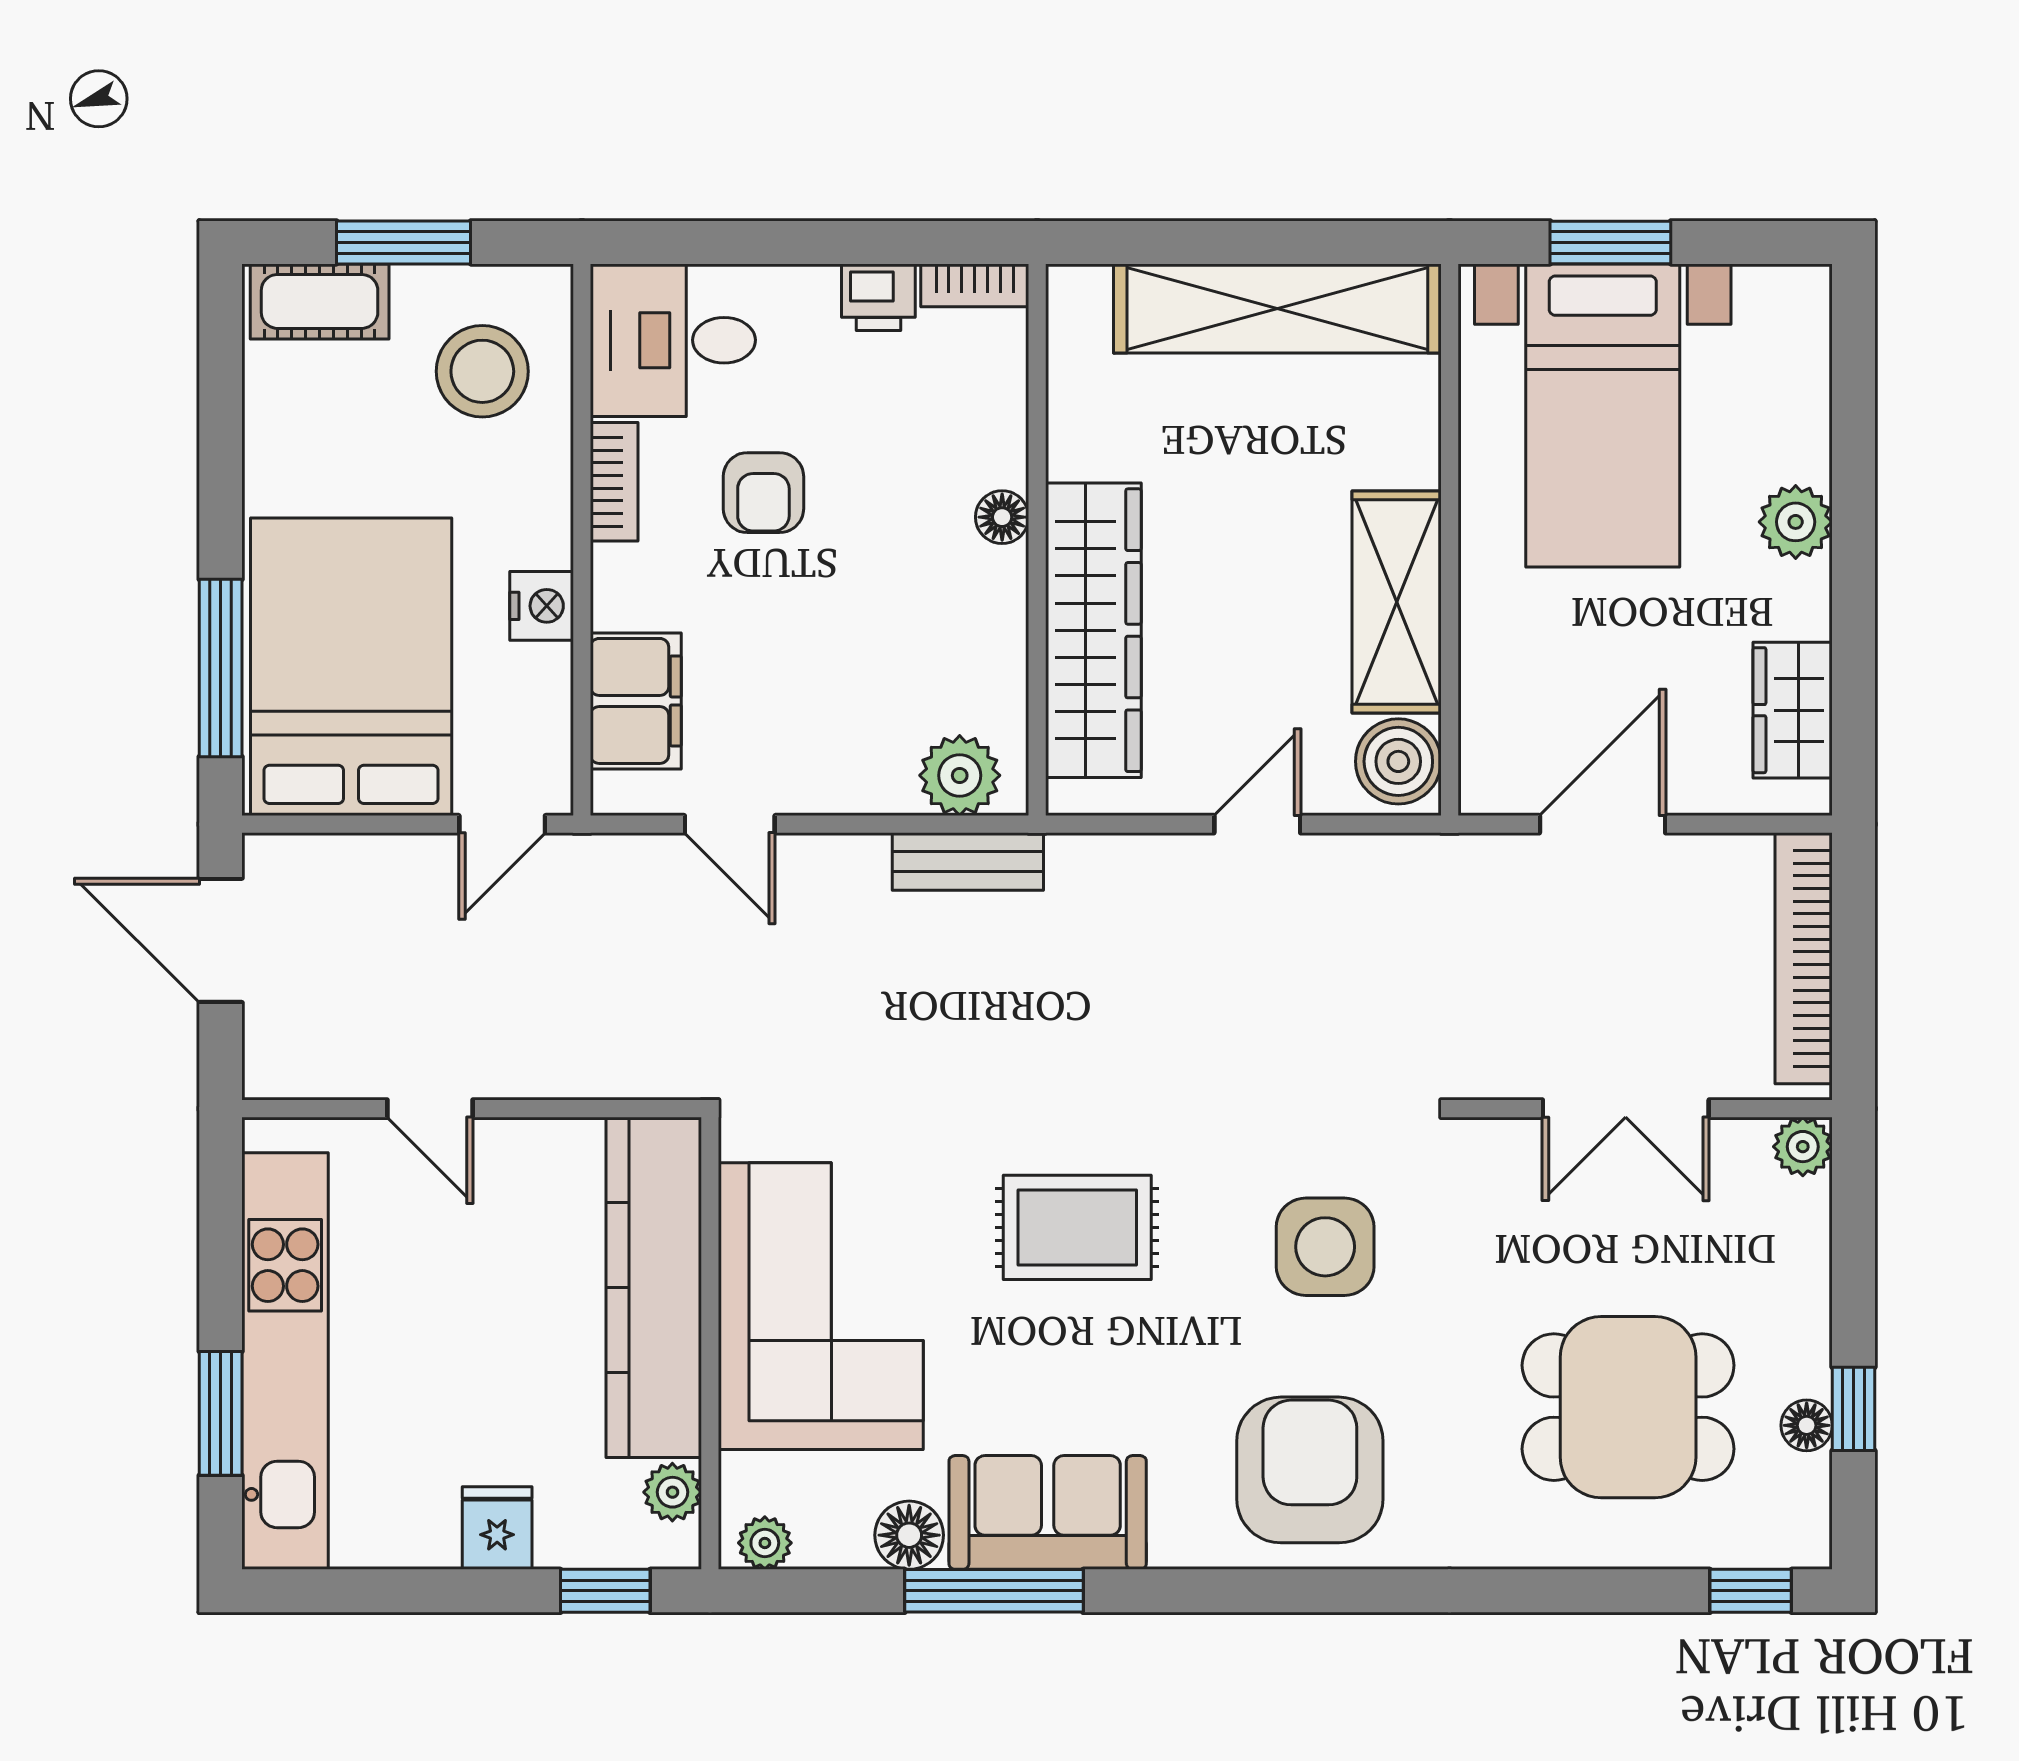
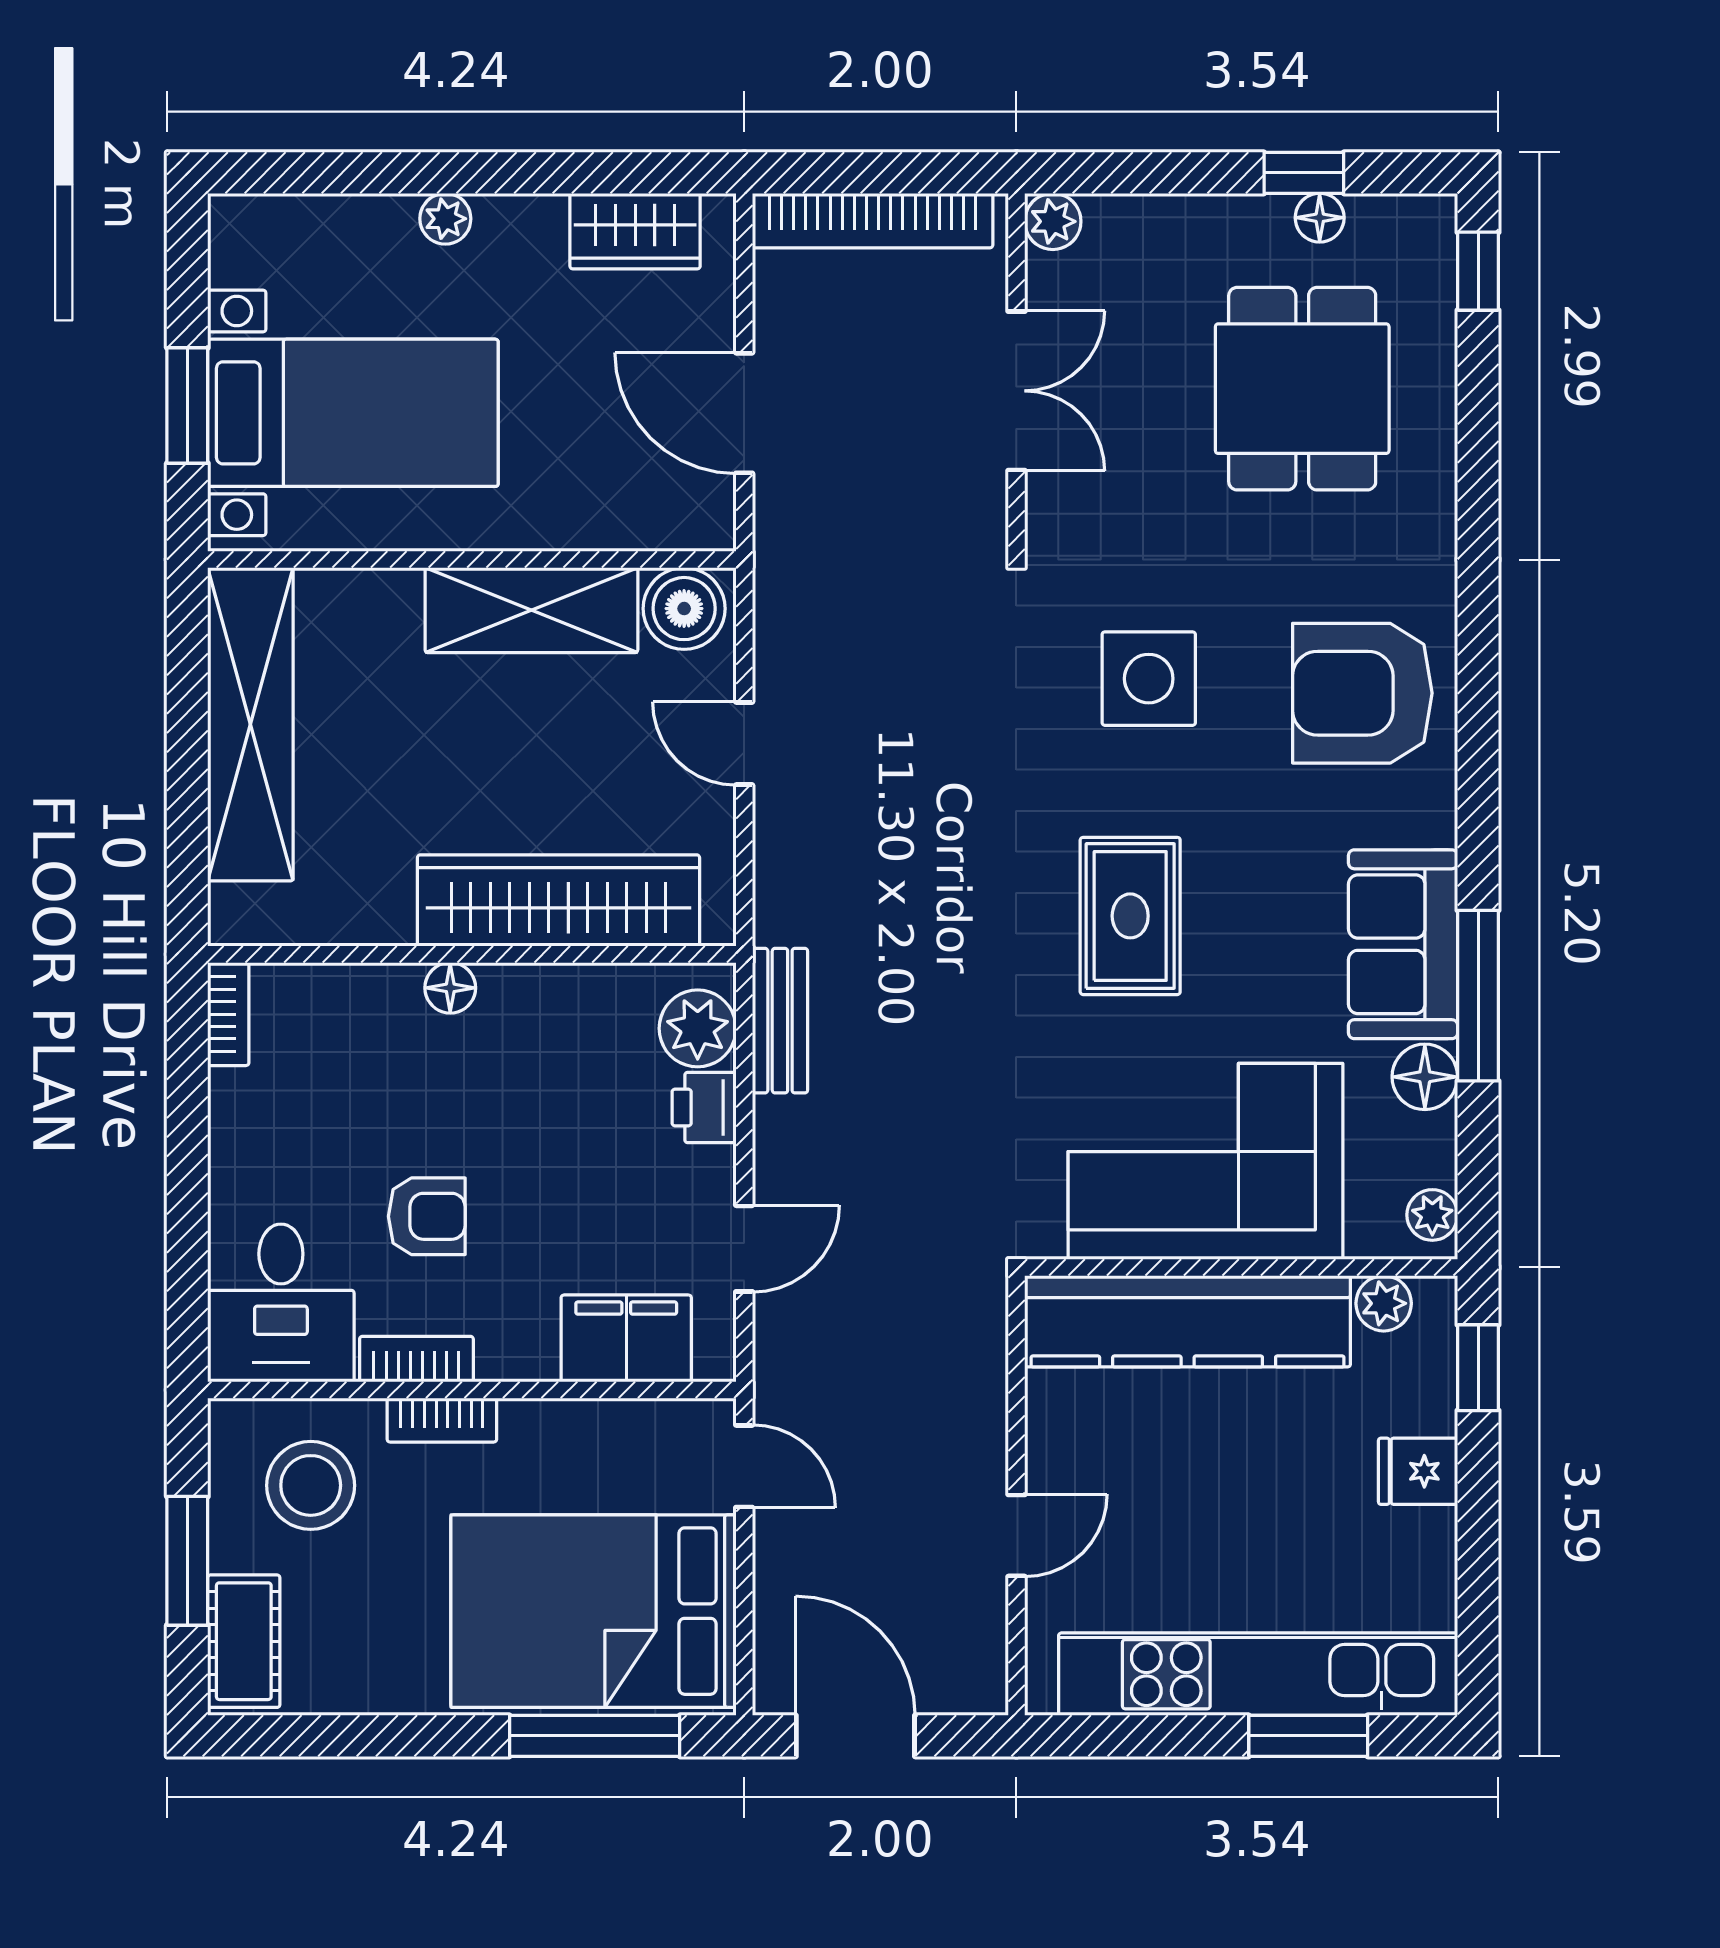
printer: (878, 297) -> (704, 1108), moved, turned 180
bookcase: (551, 508) -> (442, 1420), added
plant: (1796, 522) -> (445, 219), width x0.73, depth x0.73
nightstand: (542, 606) -> (535, 1429), removed
door: (221, 940) -> (855, 1736), swing flipped

